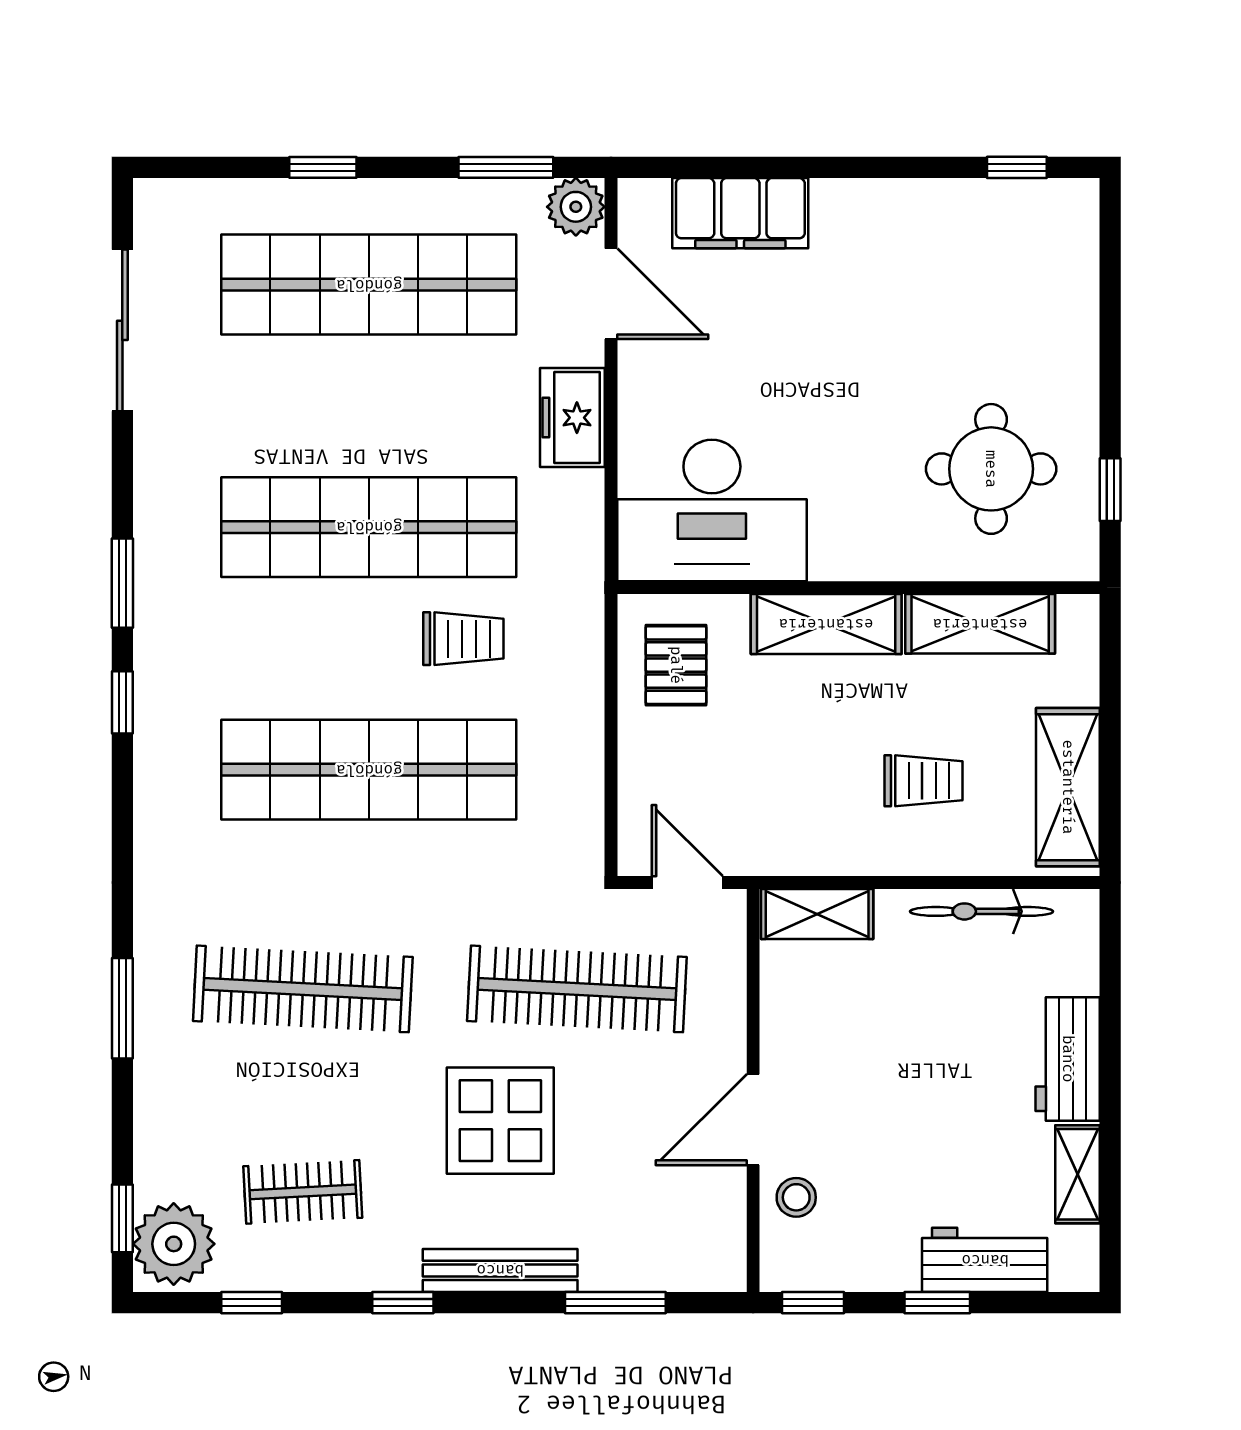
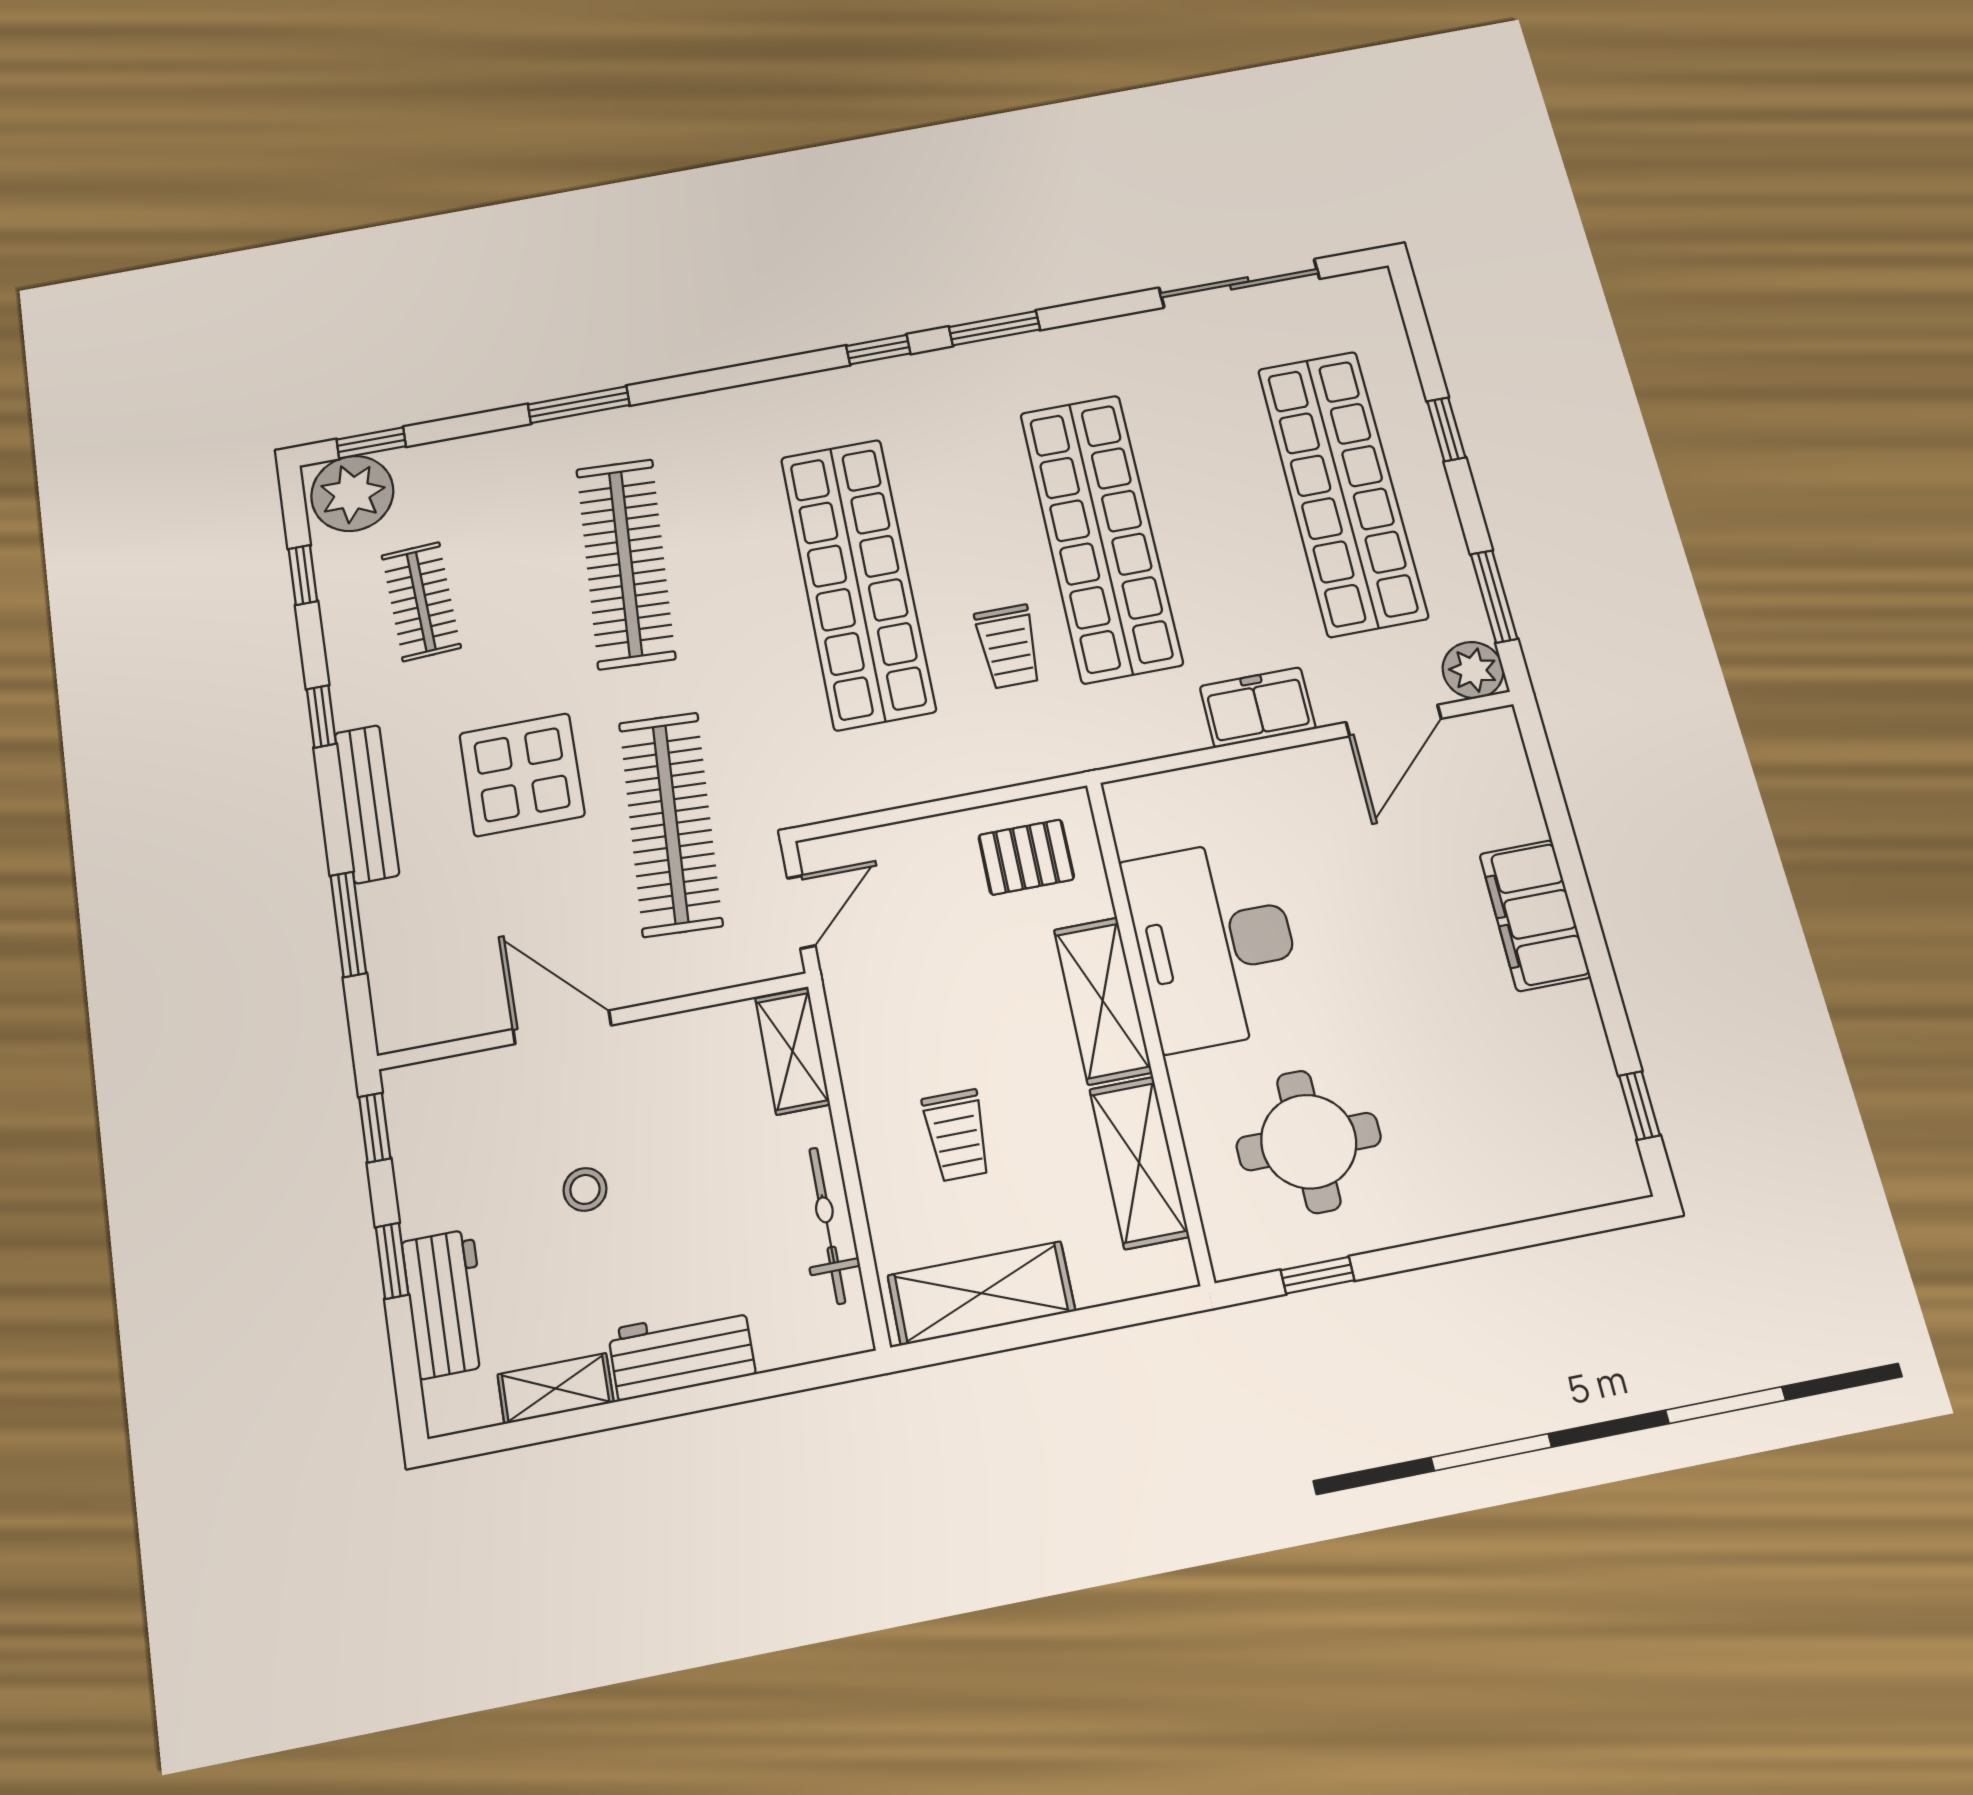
filing cabinet: (740, 213) -> (1535, 915), moved
desk: (712, 510) -> (1215, 944), moved
stool: (796, 1197) -> (585, 1189), moved

